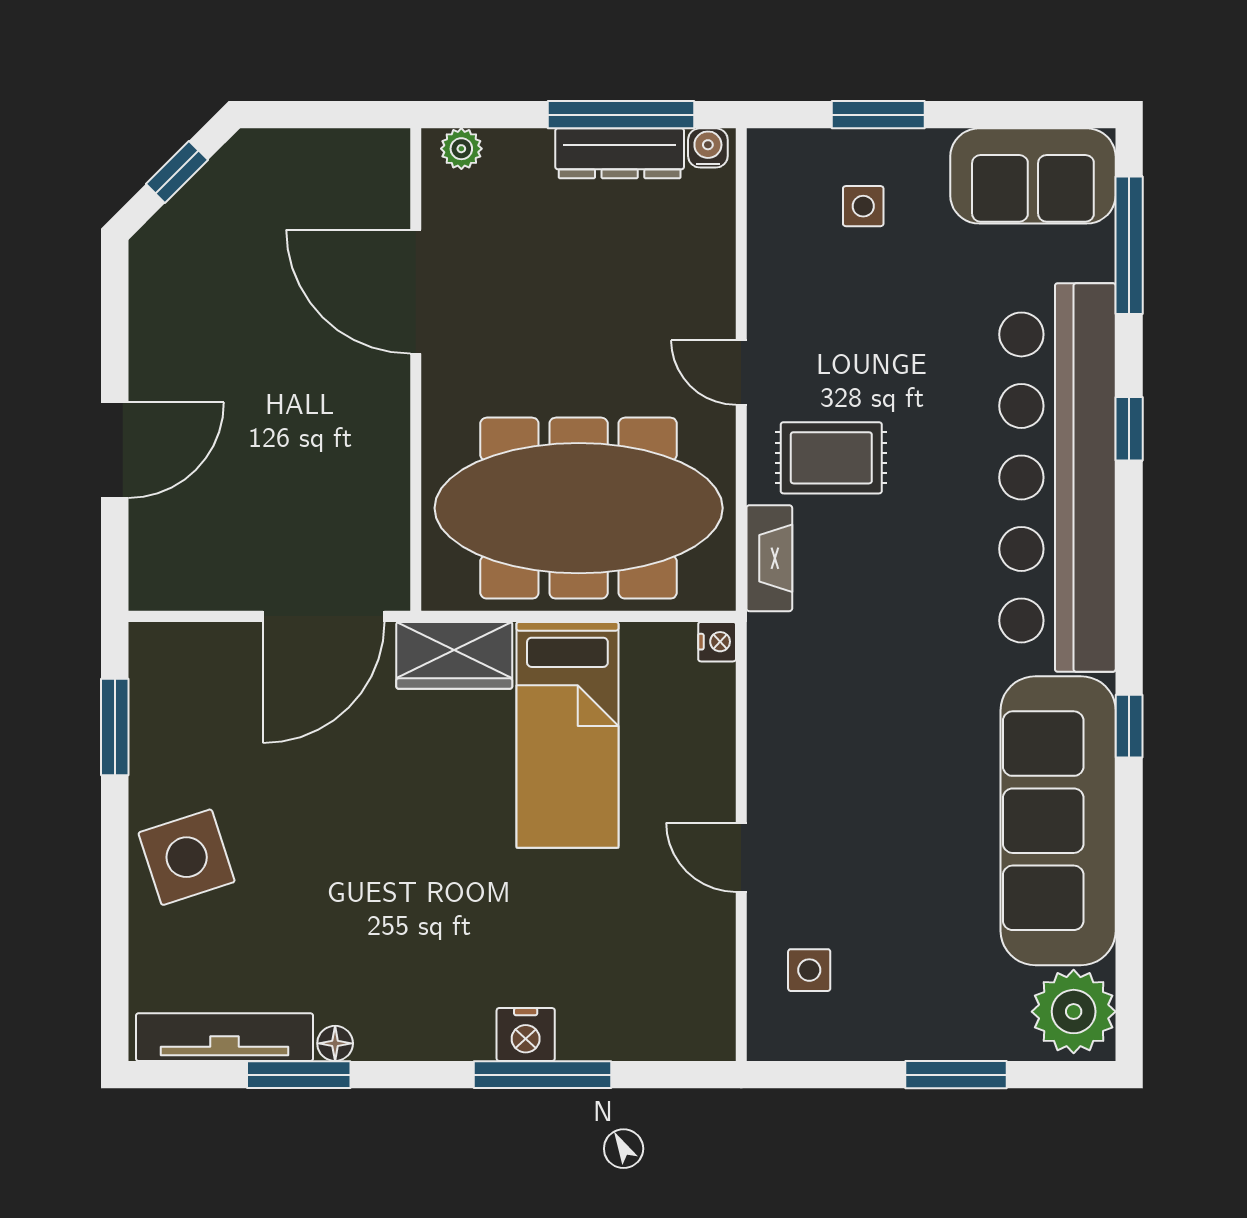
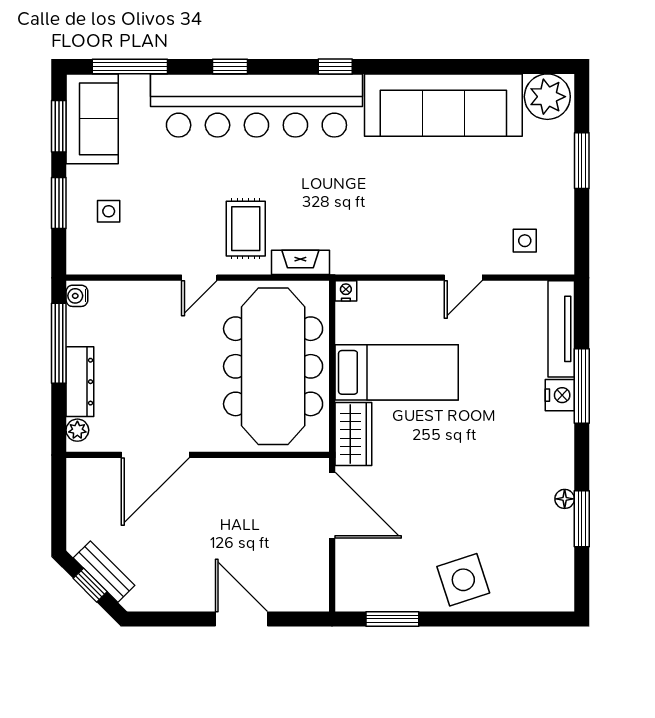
window: (1019, 115) -> (59, 126), added
dresser: (620, 153) -> (80, 382), moved
bench: (202, 198) -> (104, 572), added
window: (1129, 726) -> (335, 66), moved
tv unit: (225, 1037) -> (561, 329), moved

